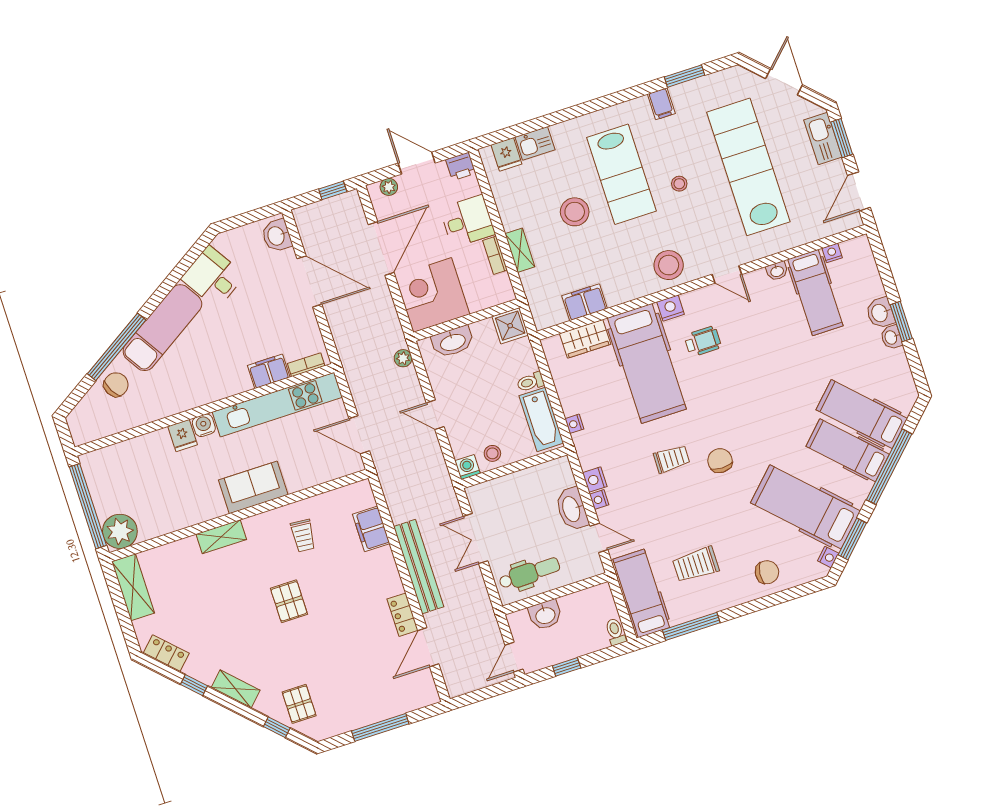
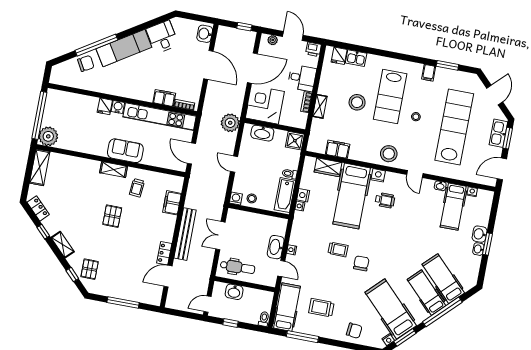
plant: (403, 358) -> (230, 123), width x1.87, depth x1.87
nightstand: (595, 480) -> (303, 195), moved
shelving: (221, 537) -> (114, 170), moved

